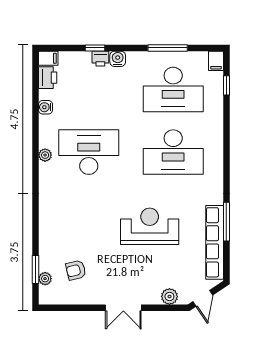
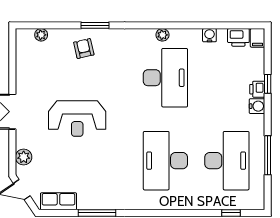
filing cabinet: (216, 61) -> (255, 203), removed
desk: (173, 89) -> (227, 161), turned 180
reception desk: (150, 226) -> (77, 119), moved, turned 90
row of seats: (215, 242) -> (58, 201), width x0.50
window: (35, 270) -> (95, 25), moved
armchair: (76, 270) -> (84, 49), moved

